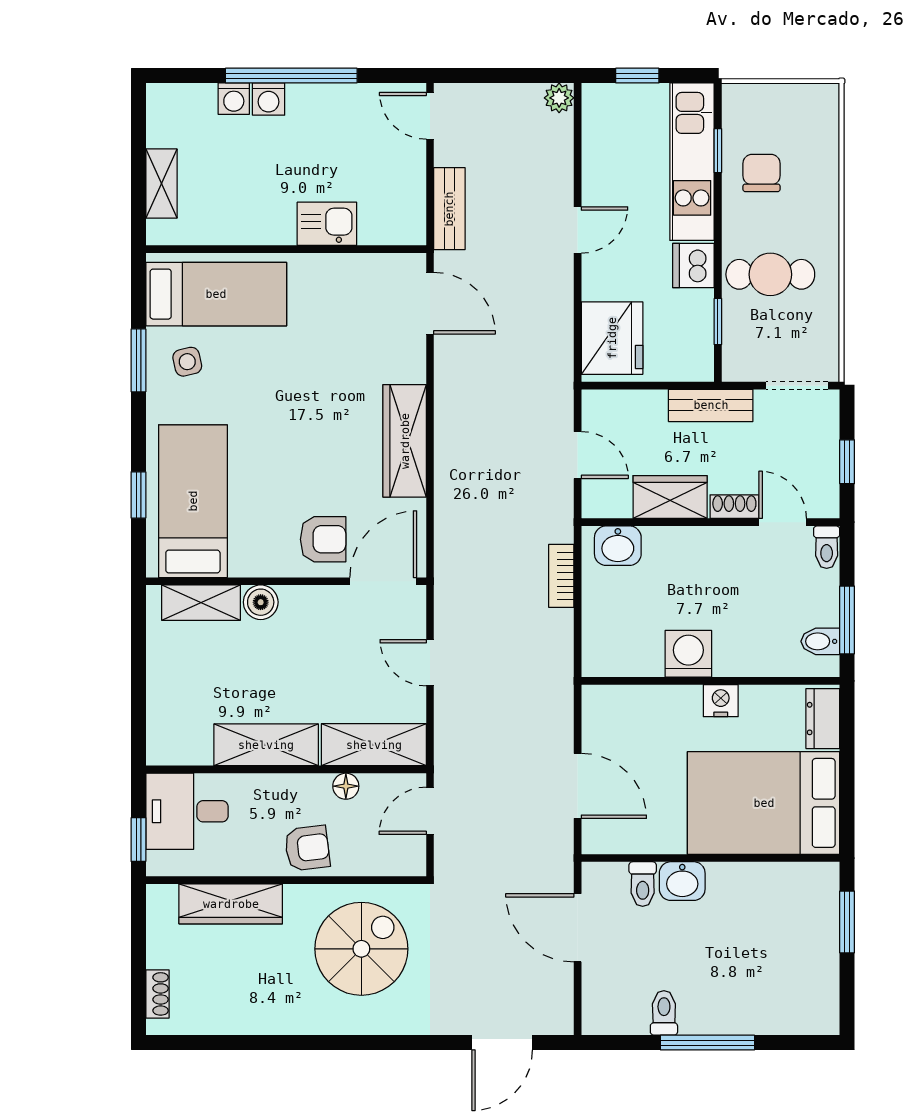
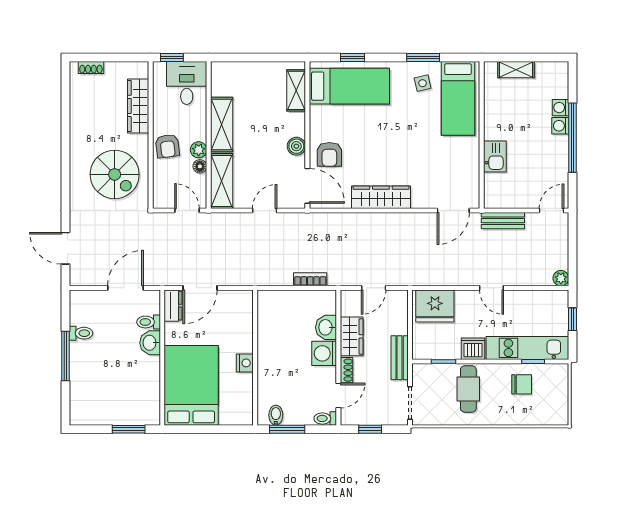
washbasin: (618, 546) -> (326, 327), moved
boiler: (261, 602) -> (296, 146), moved
washing machine: (688, 654) -> (324, 353), moved, turned 180
dresser: (823, 719) -> (173, 306), moved, turned 90
plant: (314, 789) -> (199, 150), added

